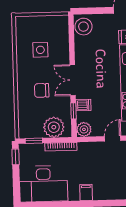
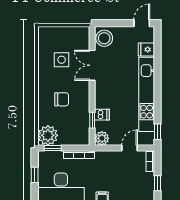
double door: (73, 80) -> (92, 65), moved
chair: (42, 90) -> (62, 99), turned 180
plant: (54, 127) -> (48, 135), moved
window: (16, 157) -> (35, 175), moved

